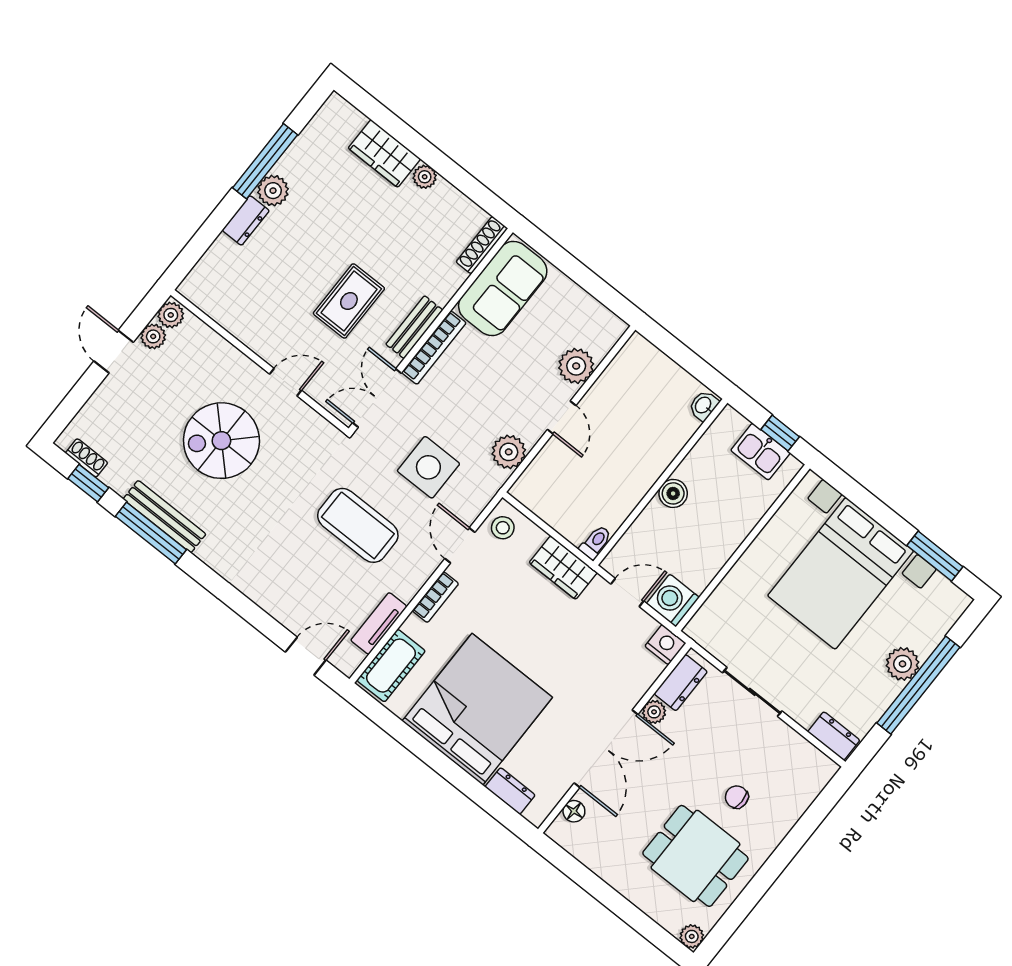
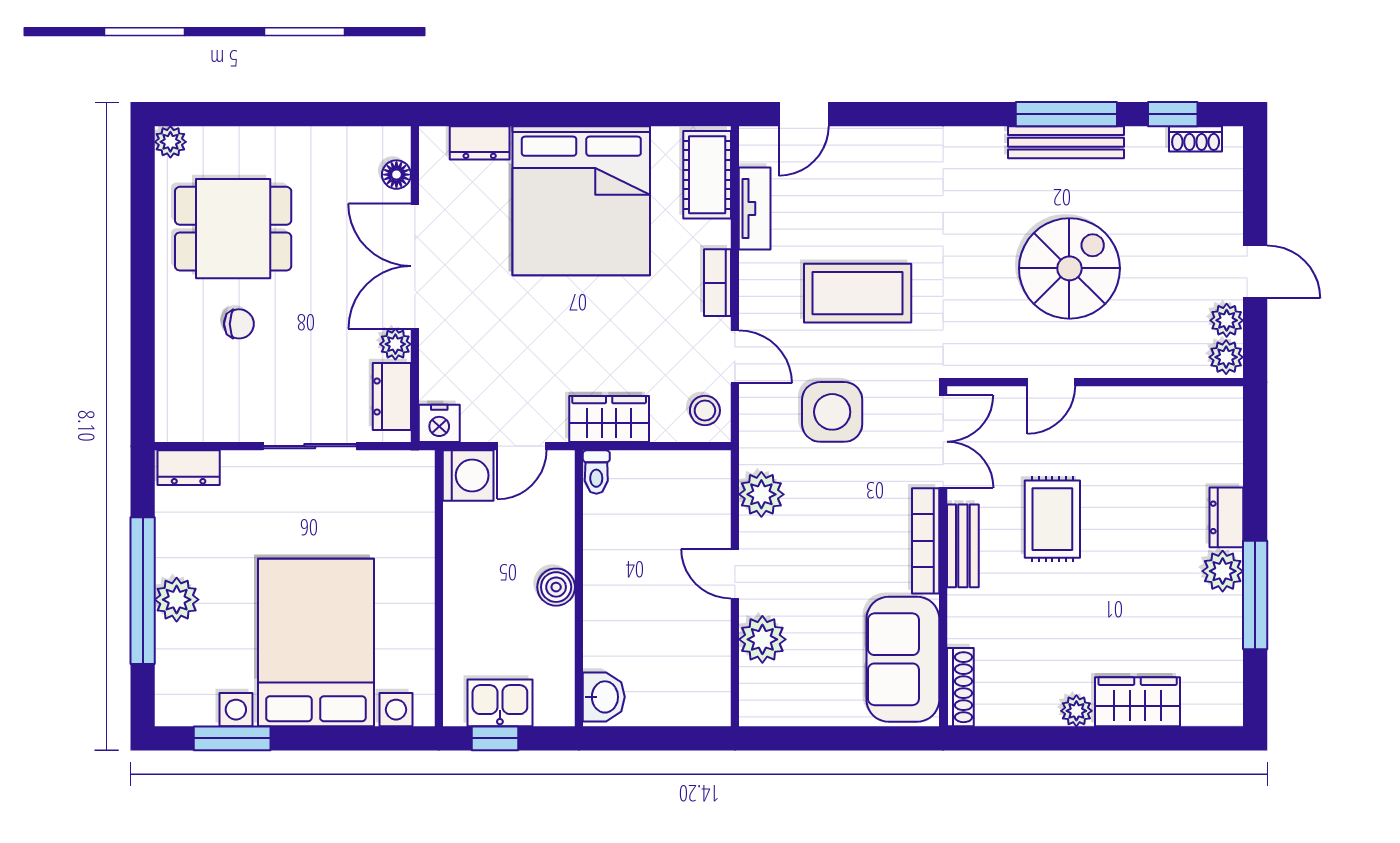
washbasin: (704, 405) -> (604, 697), width x1.38, depth x1.45

